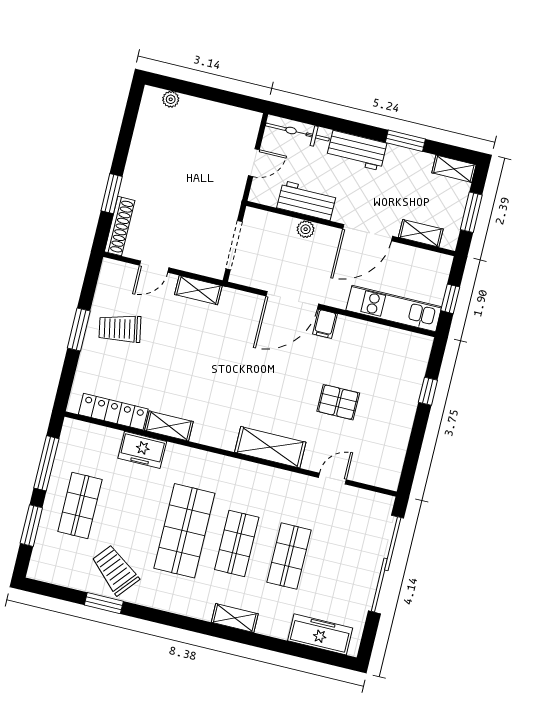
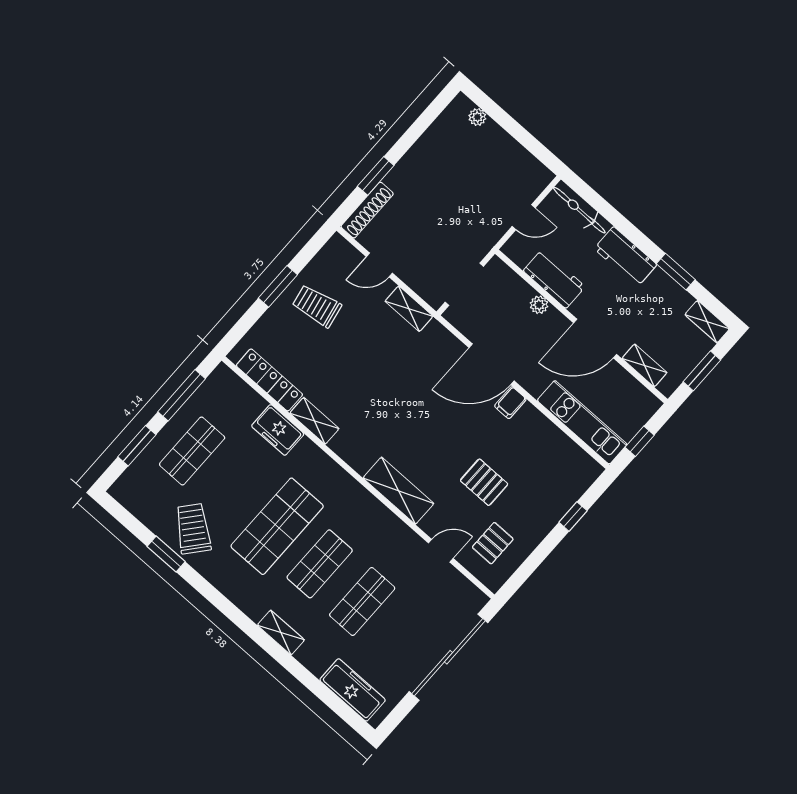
pallet: (373, 449) -> (493, 543), added

